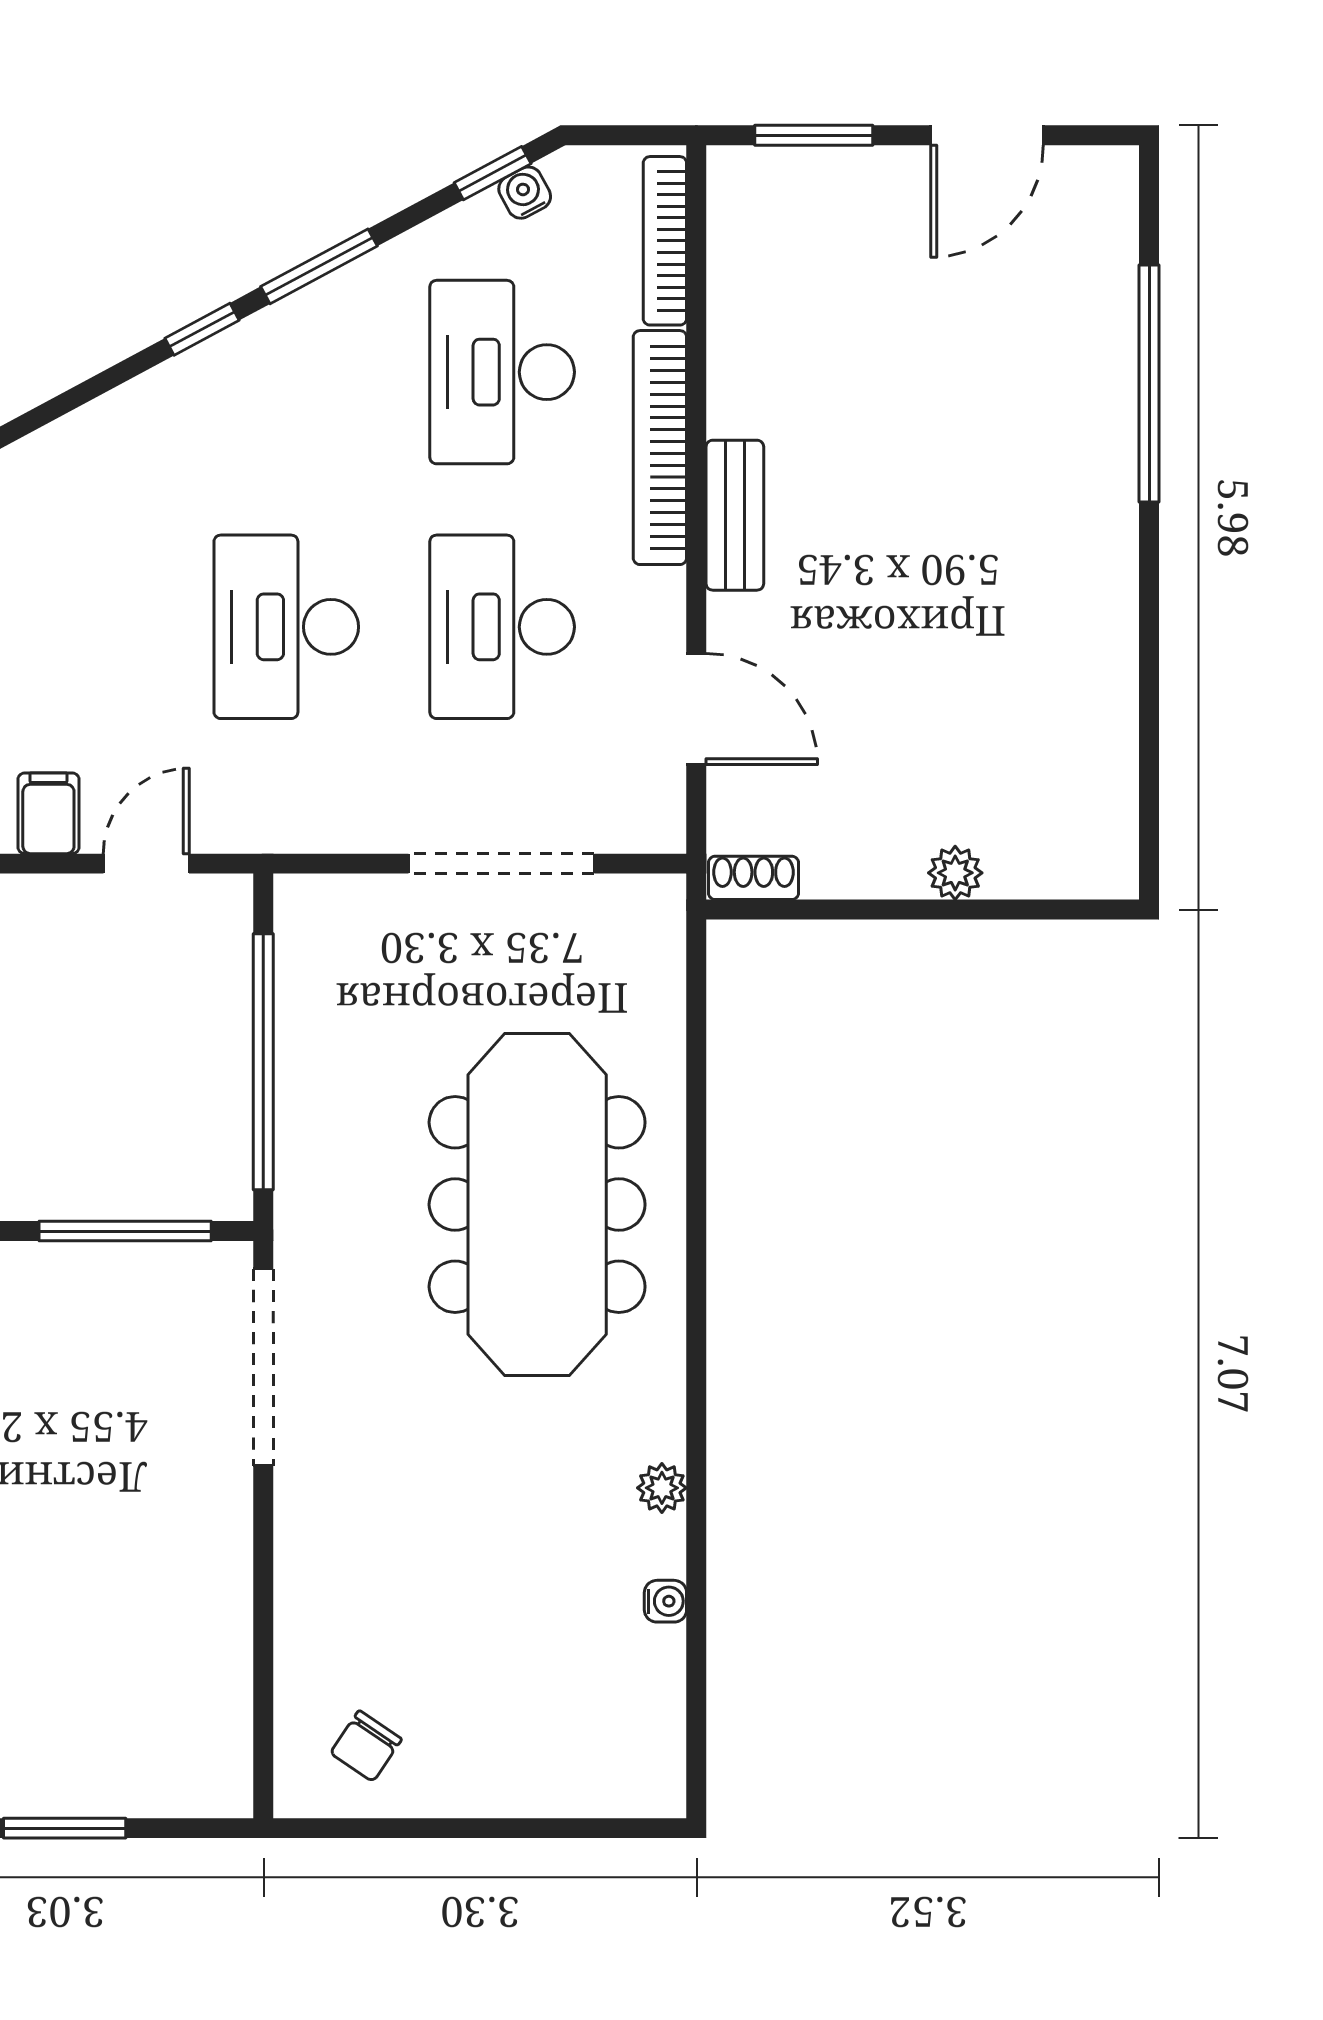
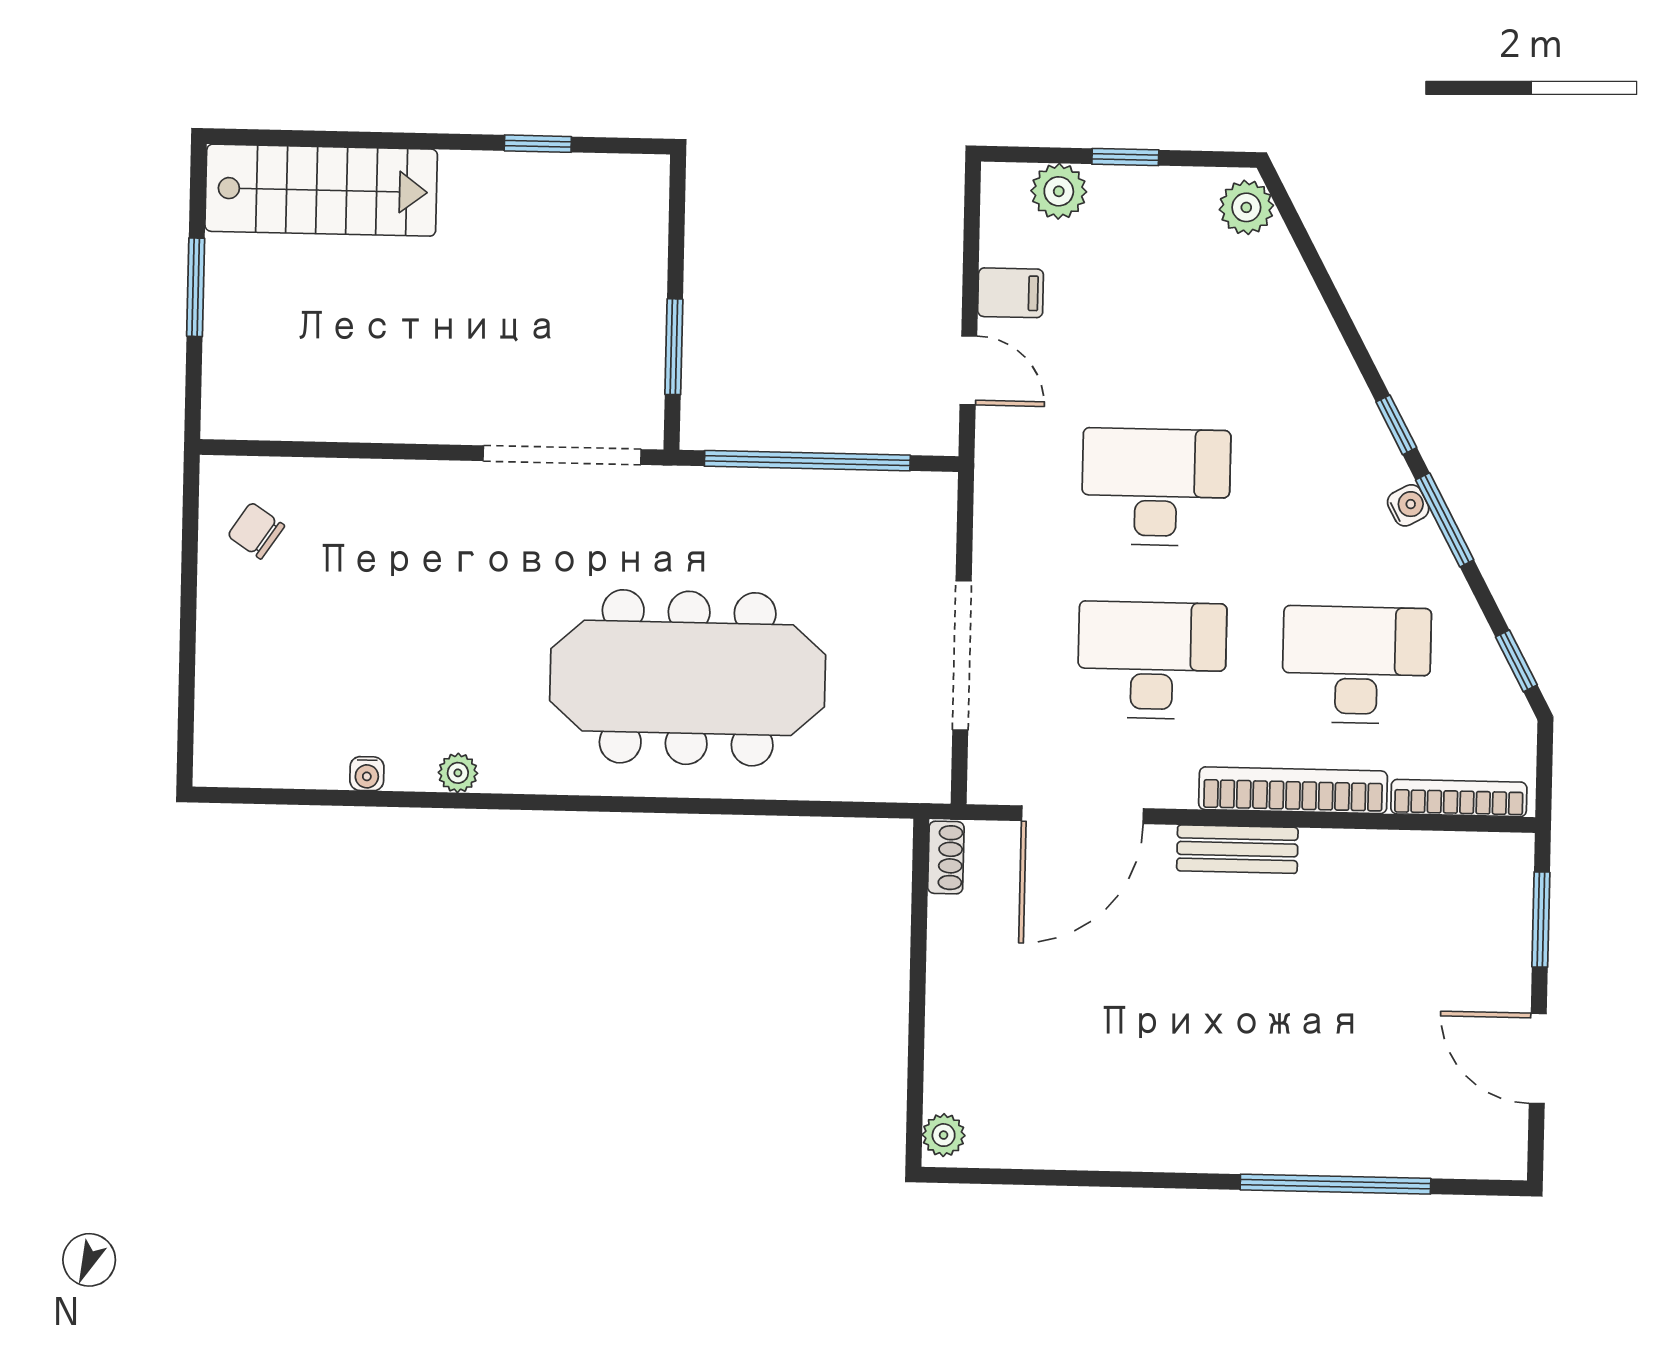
water cooler: (525, 193) -> (1408, 505), moved
door: (696, 709) -> (1083, 815), width x1.36
plant: (955, 873) -> (944, 1135), moved
window: (125, 1231) -> (674, 347), width x0.69

